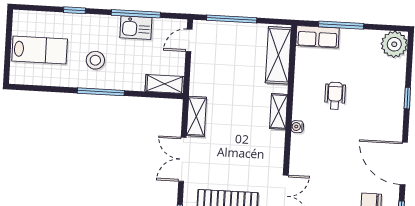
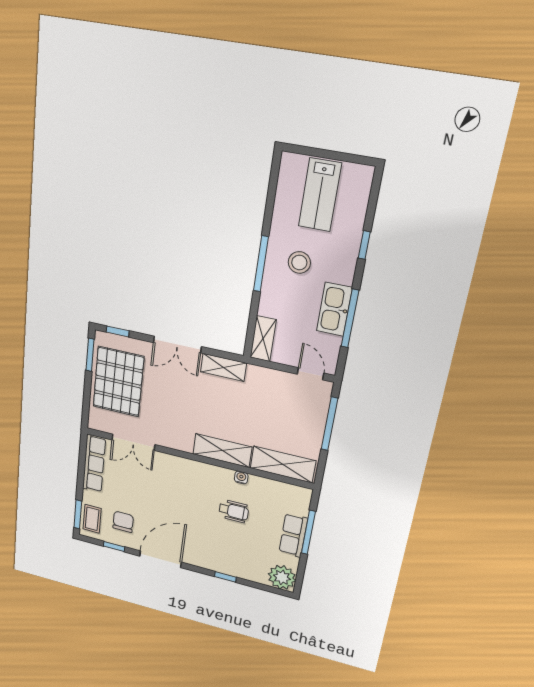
kitchen sink: (136, 28) -> (334, 309), width x1.38
row of seats: (317, 37) -> (293, 535), moved
shelving: (279, 111) -> (222, 451), width x1.50, depth x1.33
water cooler: (297, 127) -> (241, 478), moved
double door: (182, 159) -> (177, 345), swing flipped

